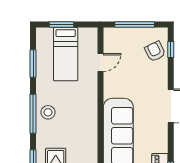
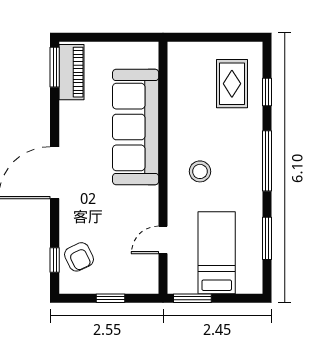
window: (62, 25) -> (192, 298), moved
window: (135, 25) -> (110, 298), width x0.46
stool: (48, 112) -> (200, 171), moved

